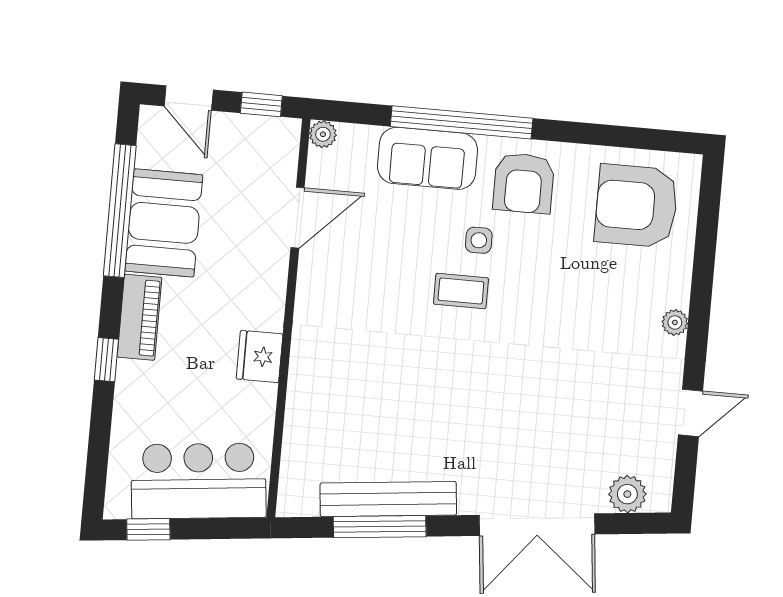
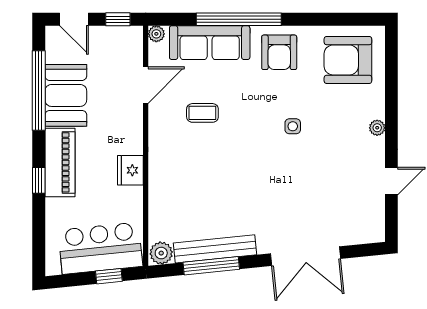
sofa: (428, 158) -> (210, 43), width x1.36
side table: (479, 240) -> (293, 126), moved
coffee table: (461, 291) -> (202, 113), moved
piano: (139, 317) -> (60, 162), width x1.37, depth x1.33
plant: (627, 494) -> (161, 253), moved
window: (148, 529) -> (109, 276), moved

